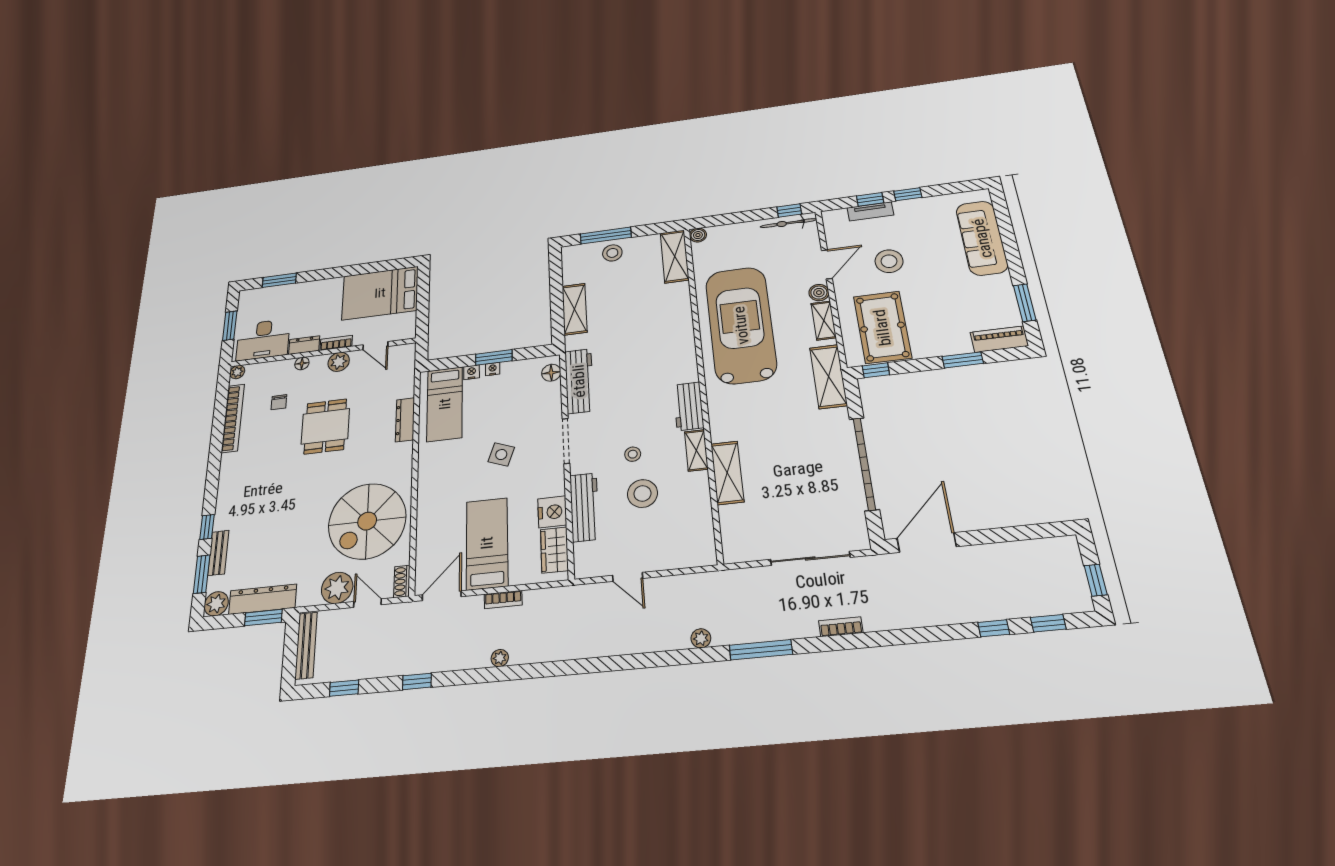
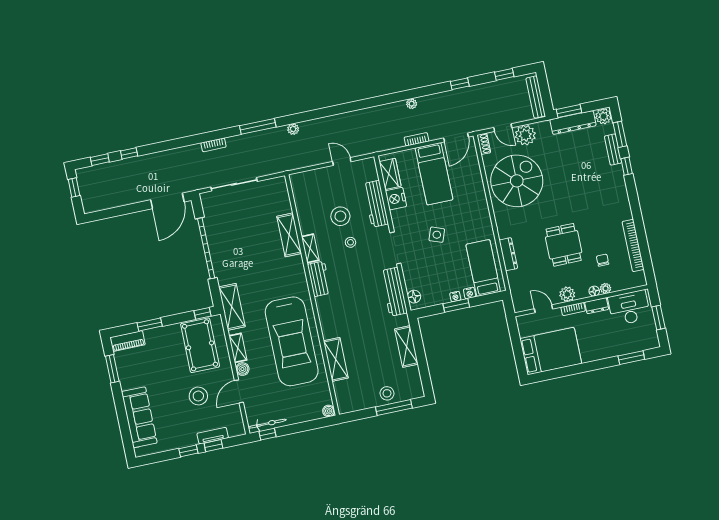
shelving: (675, 256) -> (336, 359), moved
plant: (237, 372) -> (606, 288), moved

